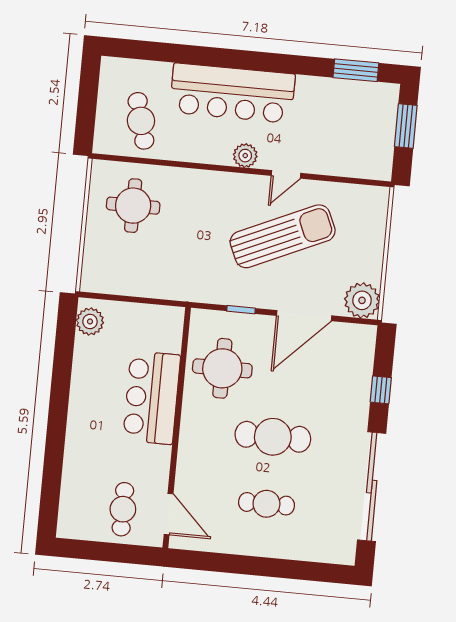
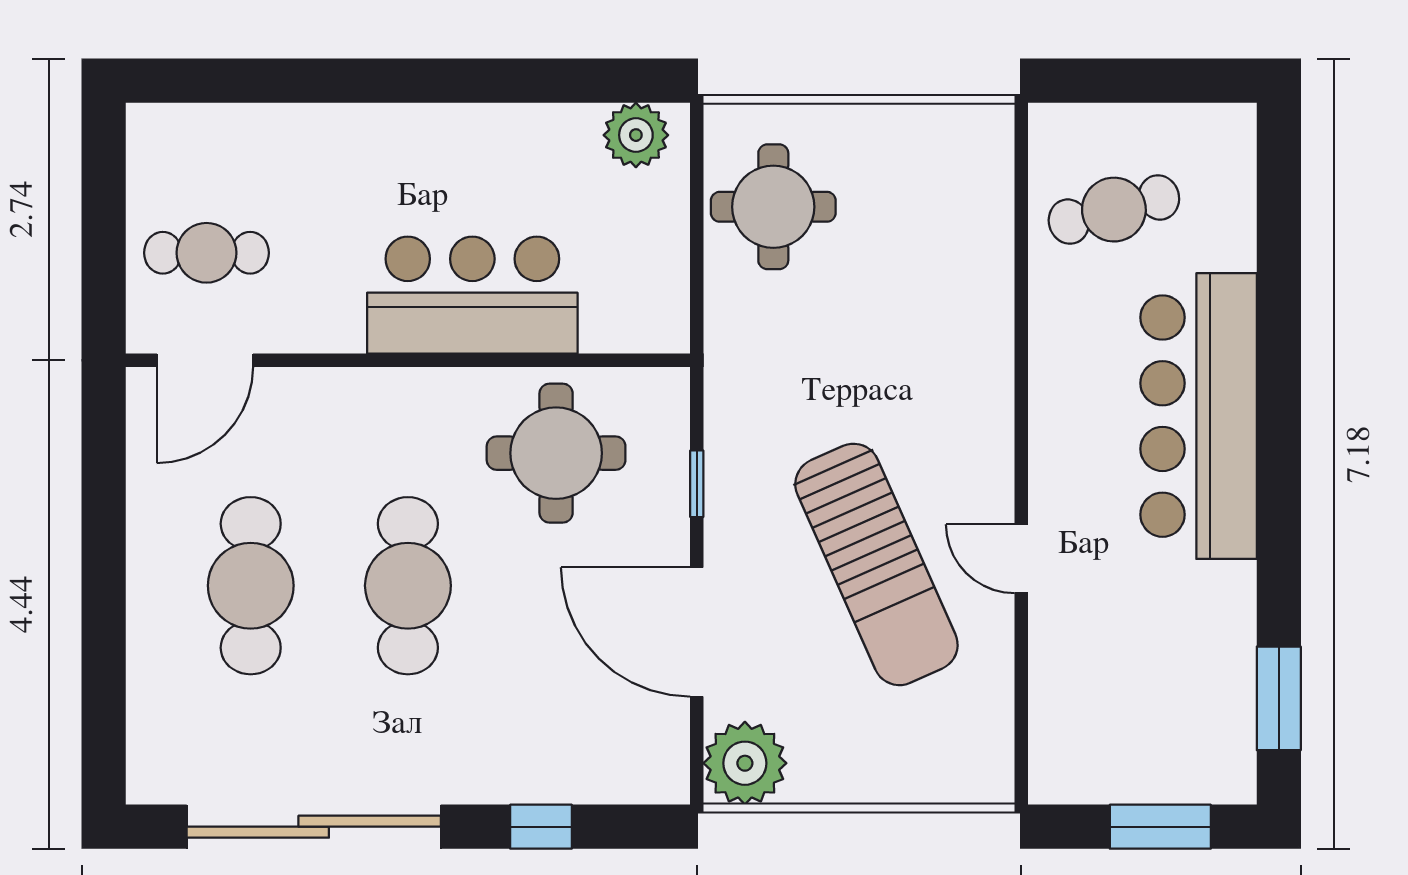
plant: (245, 156) -> (1056, 460), removed
round table: (133, 206) -> (773, 207), moved
cafe table: (266, 504) -> (251, 586), width x1.37, depth x1.35

